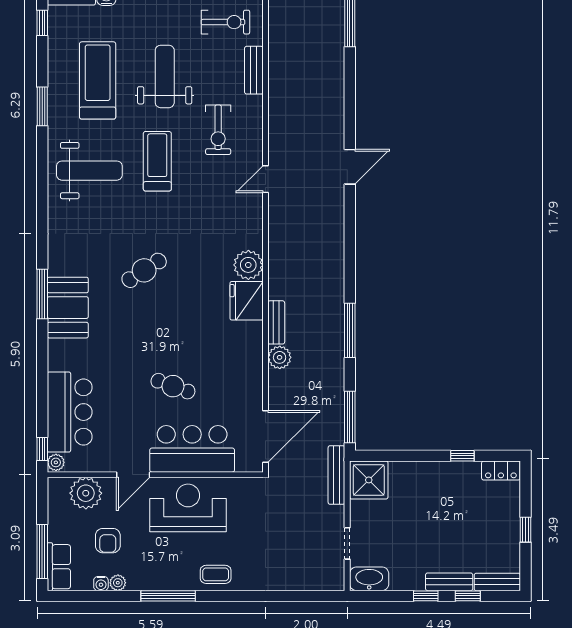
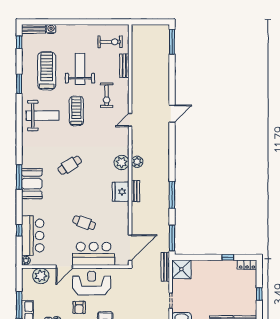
fridge: (247, 301) -> (121, 192), moved
plant: (280, 357) -> (137, 162), moved
window: (42, 449) -> (19, 230), moved
armchair: (108, 541) -> (79, 307), moved

